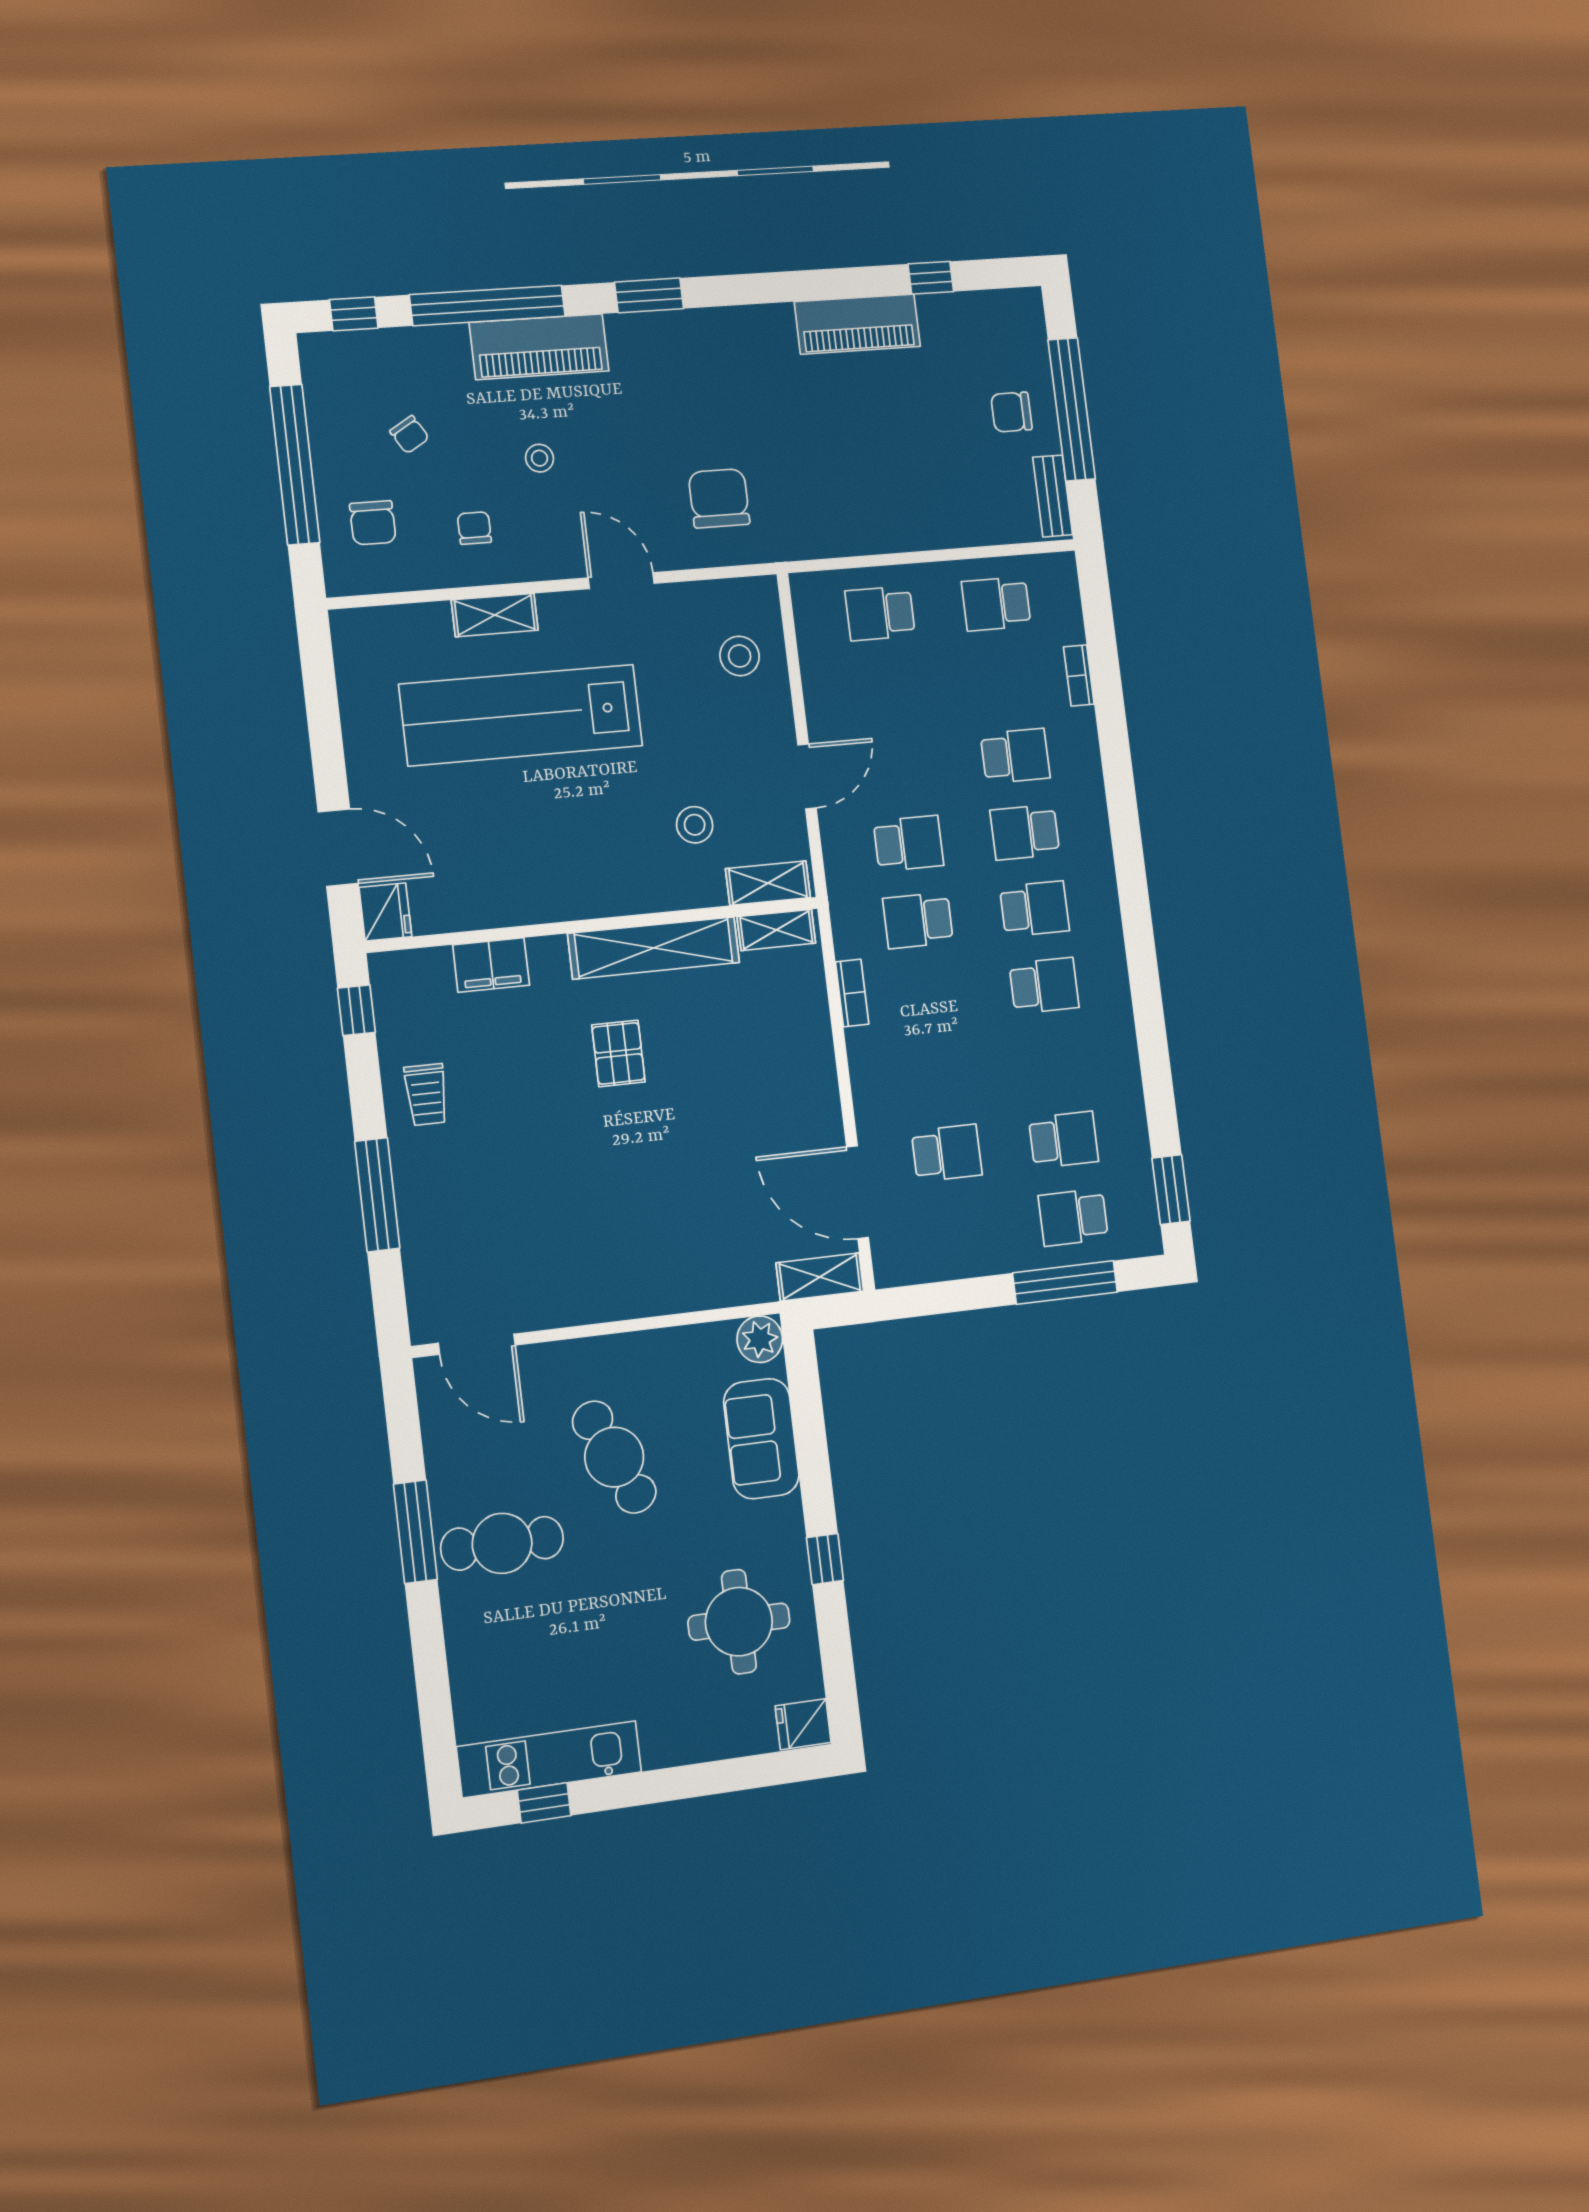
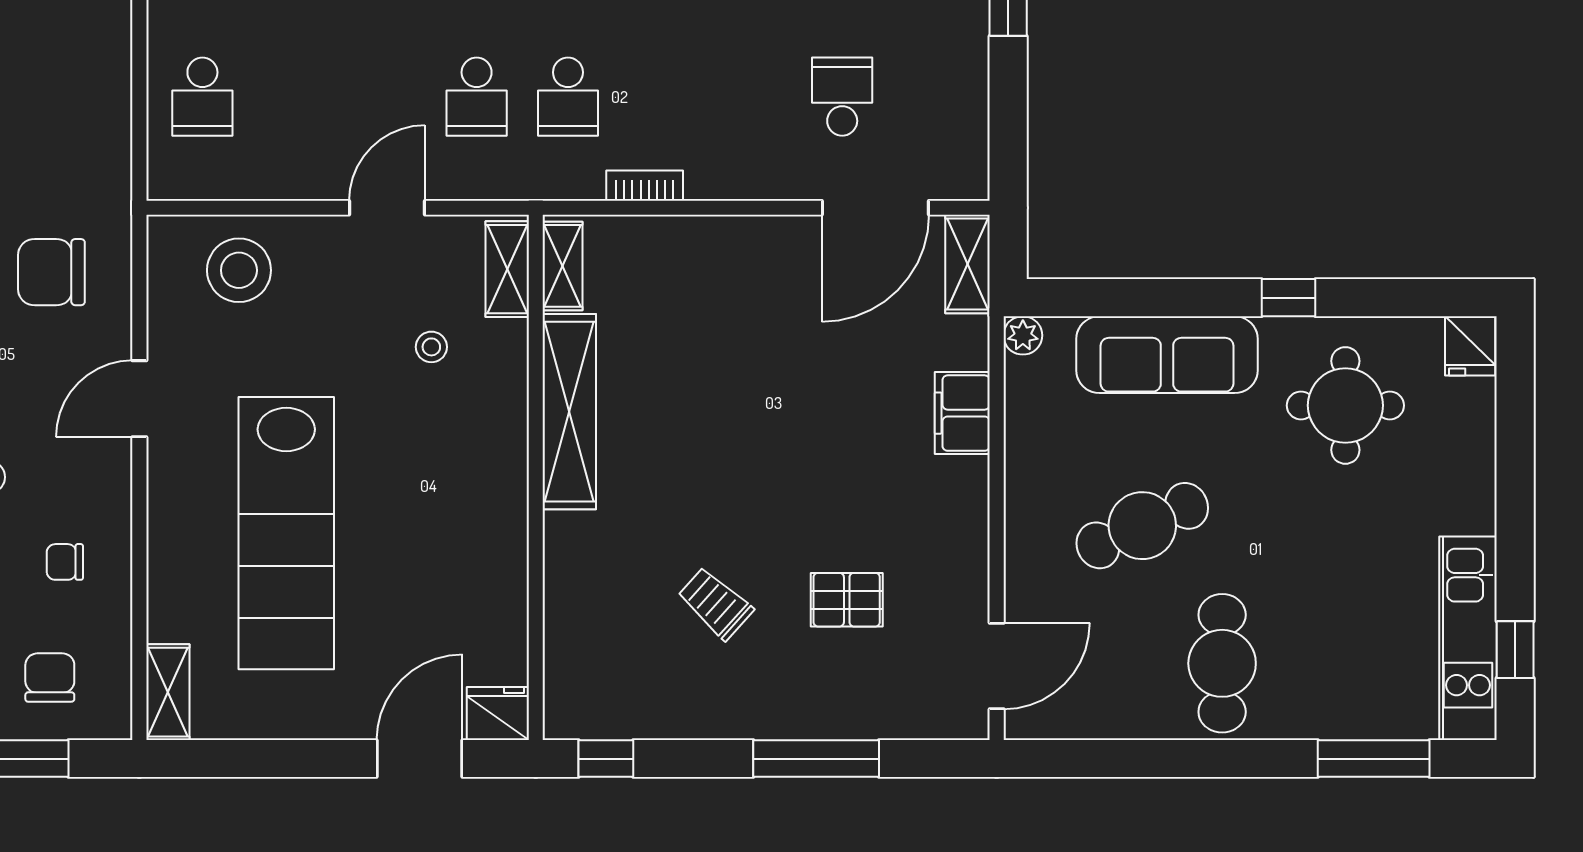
chair: (373, 523) -> (50, 678), turned -90
shelving: (495, 615) -> (168, 692), moved
stool: (740, 656) -> (239, 270), width x1.38, depth x1.38
door: (807, 776) -> (387, 208), hinge flipped
stool: (695, 825) -> (431, 347), width x0.73, depth x0.73
school desk: (909, 843) -> (477, 97), turned 180
filing cabinet: (491, 965) -> (962, 413), moved, turned 180
pallet: (618, 1053) -> (847, 600), moved
trolley: (426, 1095) -> (715, 603), moved, turned -138
plant: (760, 1339) -> (1023, 335), width x0.73, depth x0.73
sofa: (761, 1439) -> (1167, 355), width x1.36
window: (415, 1532) -> (1374, 759), moved

